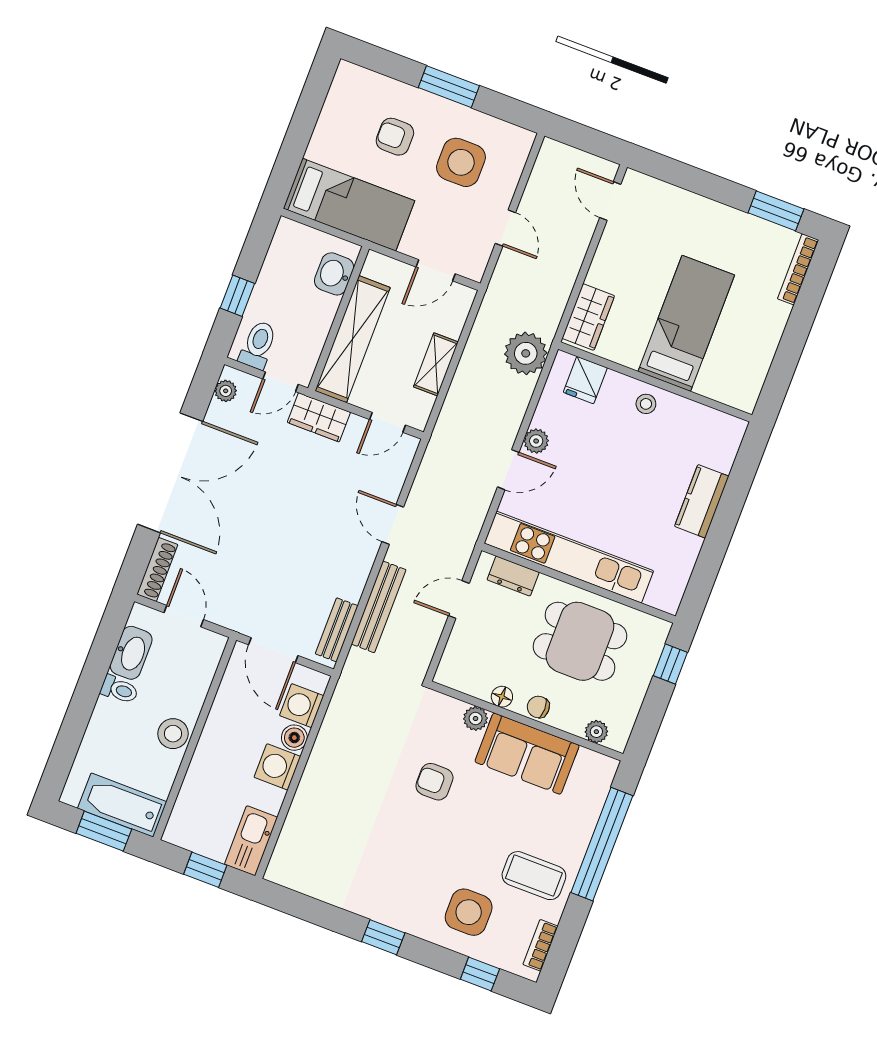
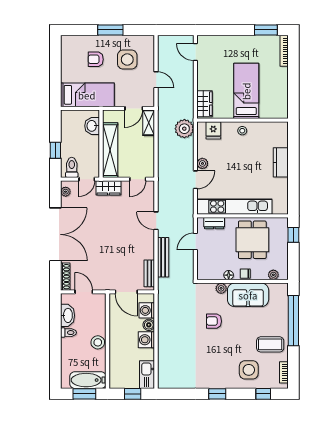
shelving: (436, 364) -> (149, 123), moved
dining table: (580, 641) -> (252, 240), turned 90

